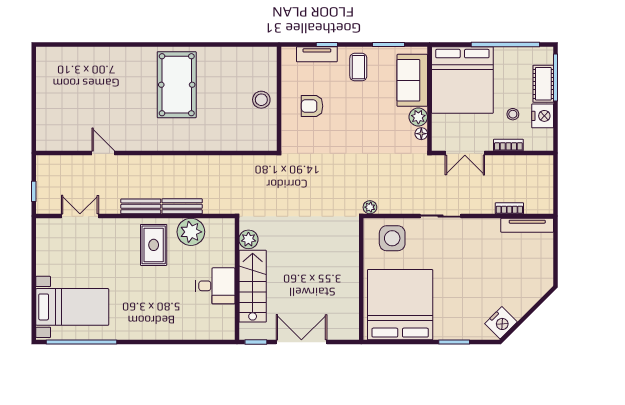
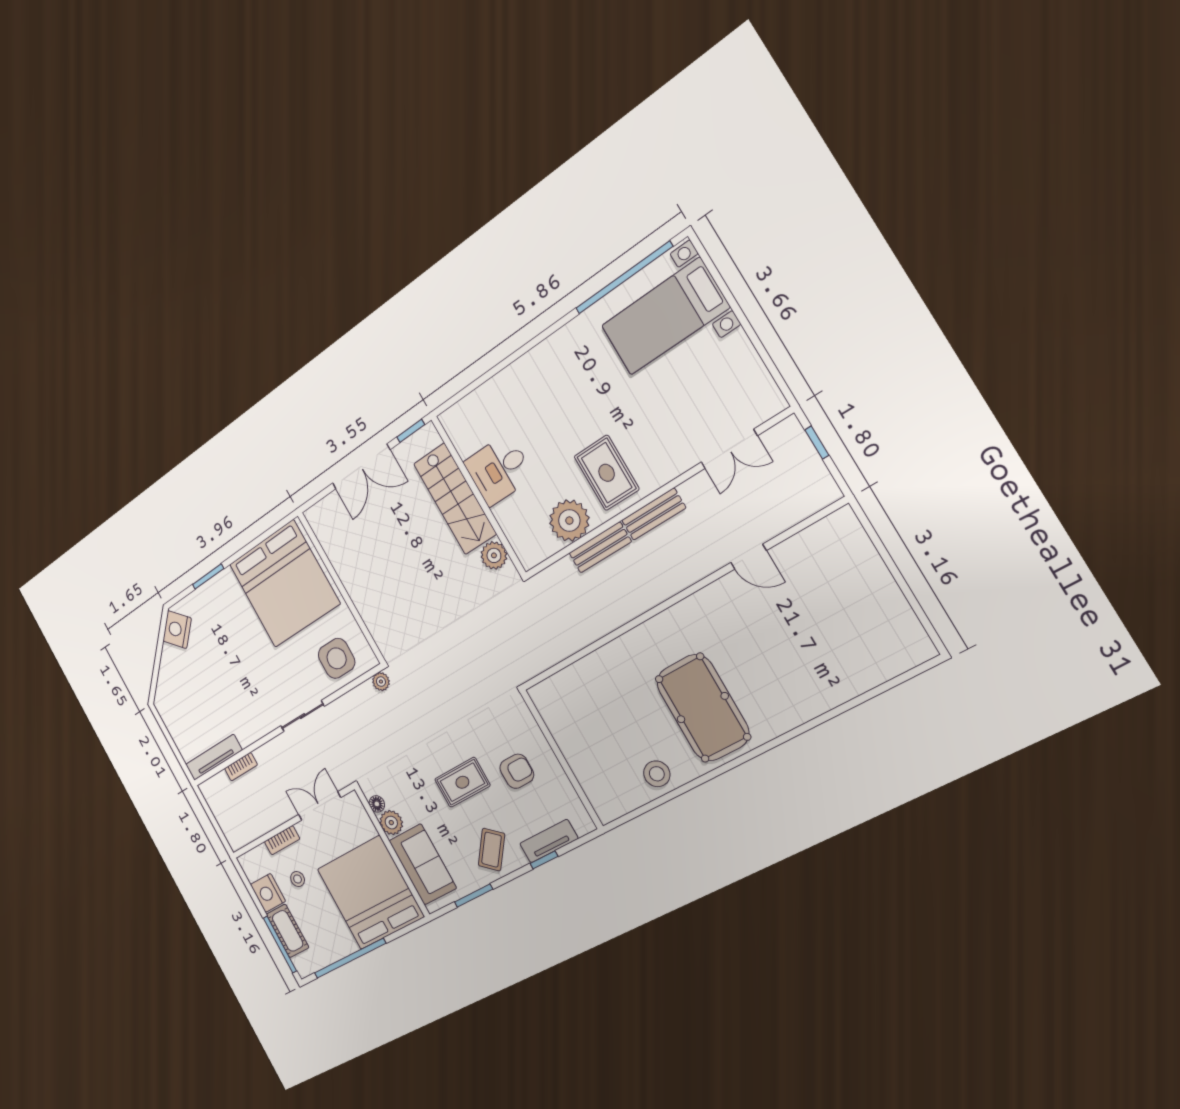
coffee table: (358, 67) -> (492, 850), turned 39
stool: (261, 100) -> (657, 774), moved
rug: (353, 117) -> (462, 782), added

